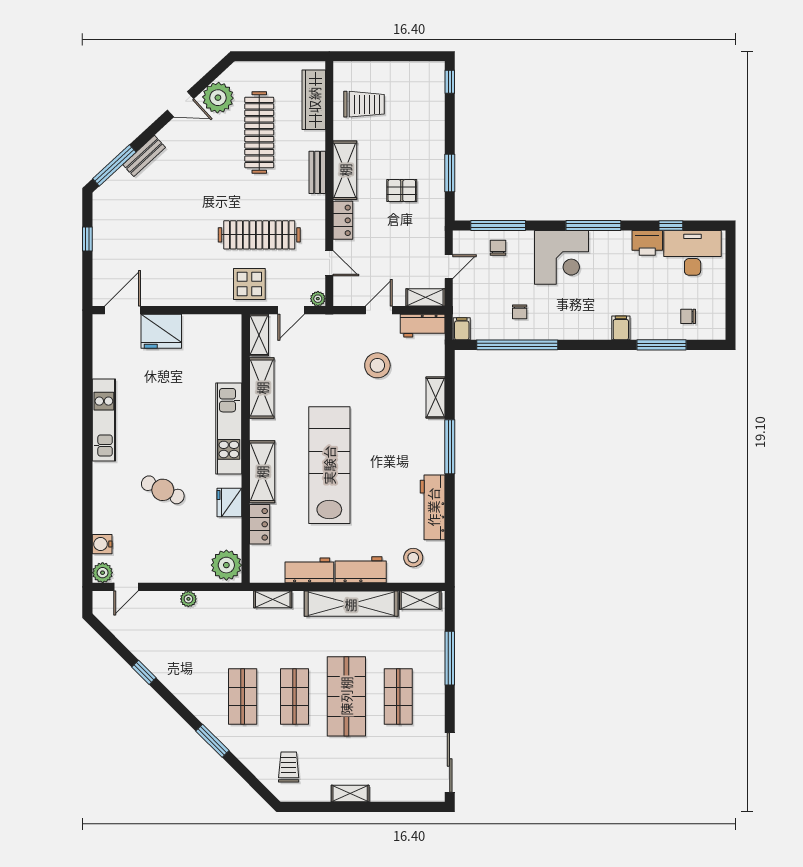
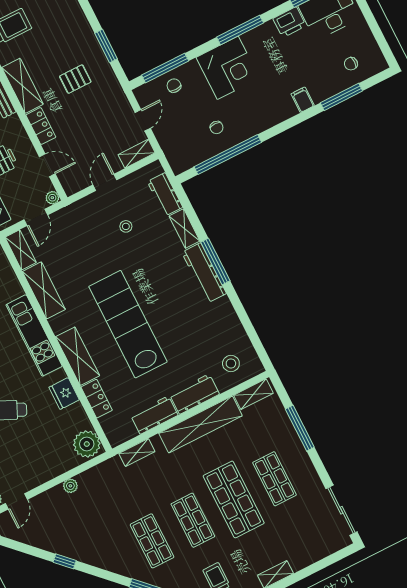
workbench: (423, 326) -> (165, 194), moved, turned 90
filing cabinet: (462, 329) -> (178, 164), removed
stool: (377, 365) -> (126, 226), width x0.53, depth x0.53
workbench: (433, 507) -> (204, 273), moved

